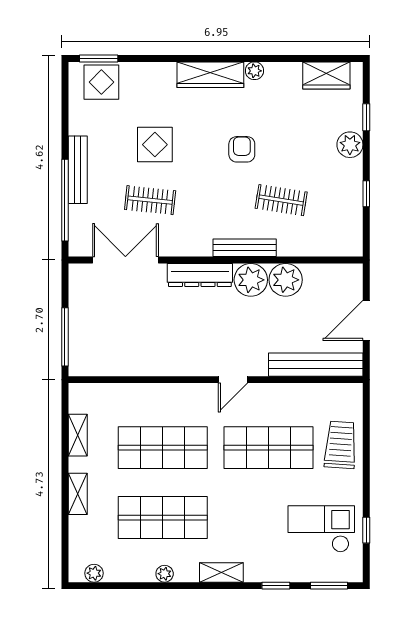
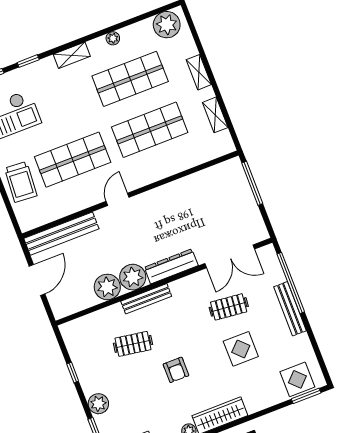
plant: (94, 573) -> (167, 25), width x1.87, depth x1.87

